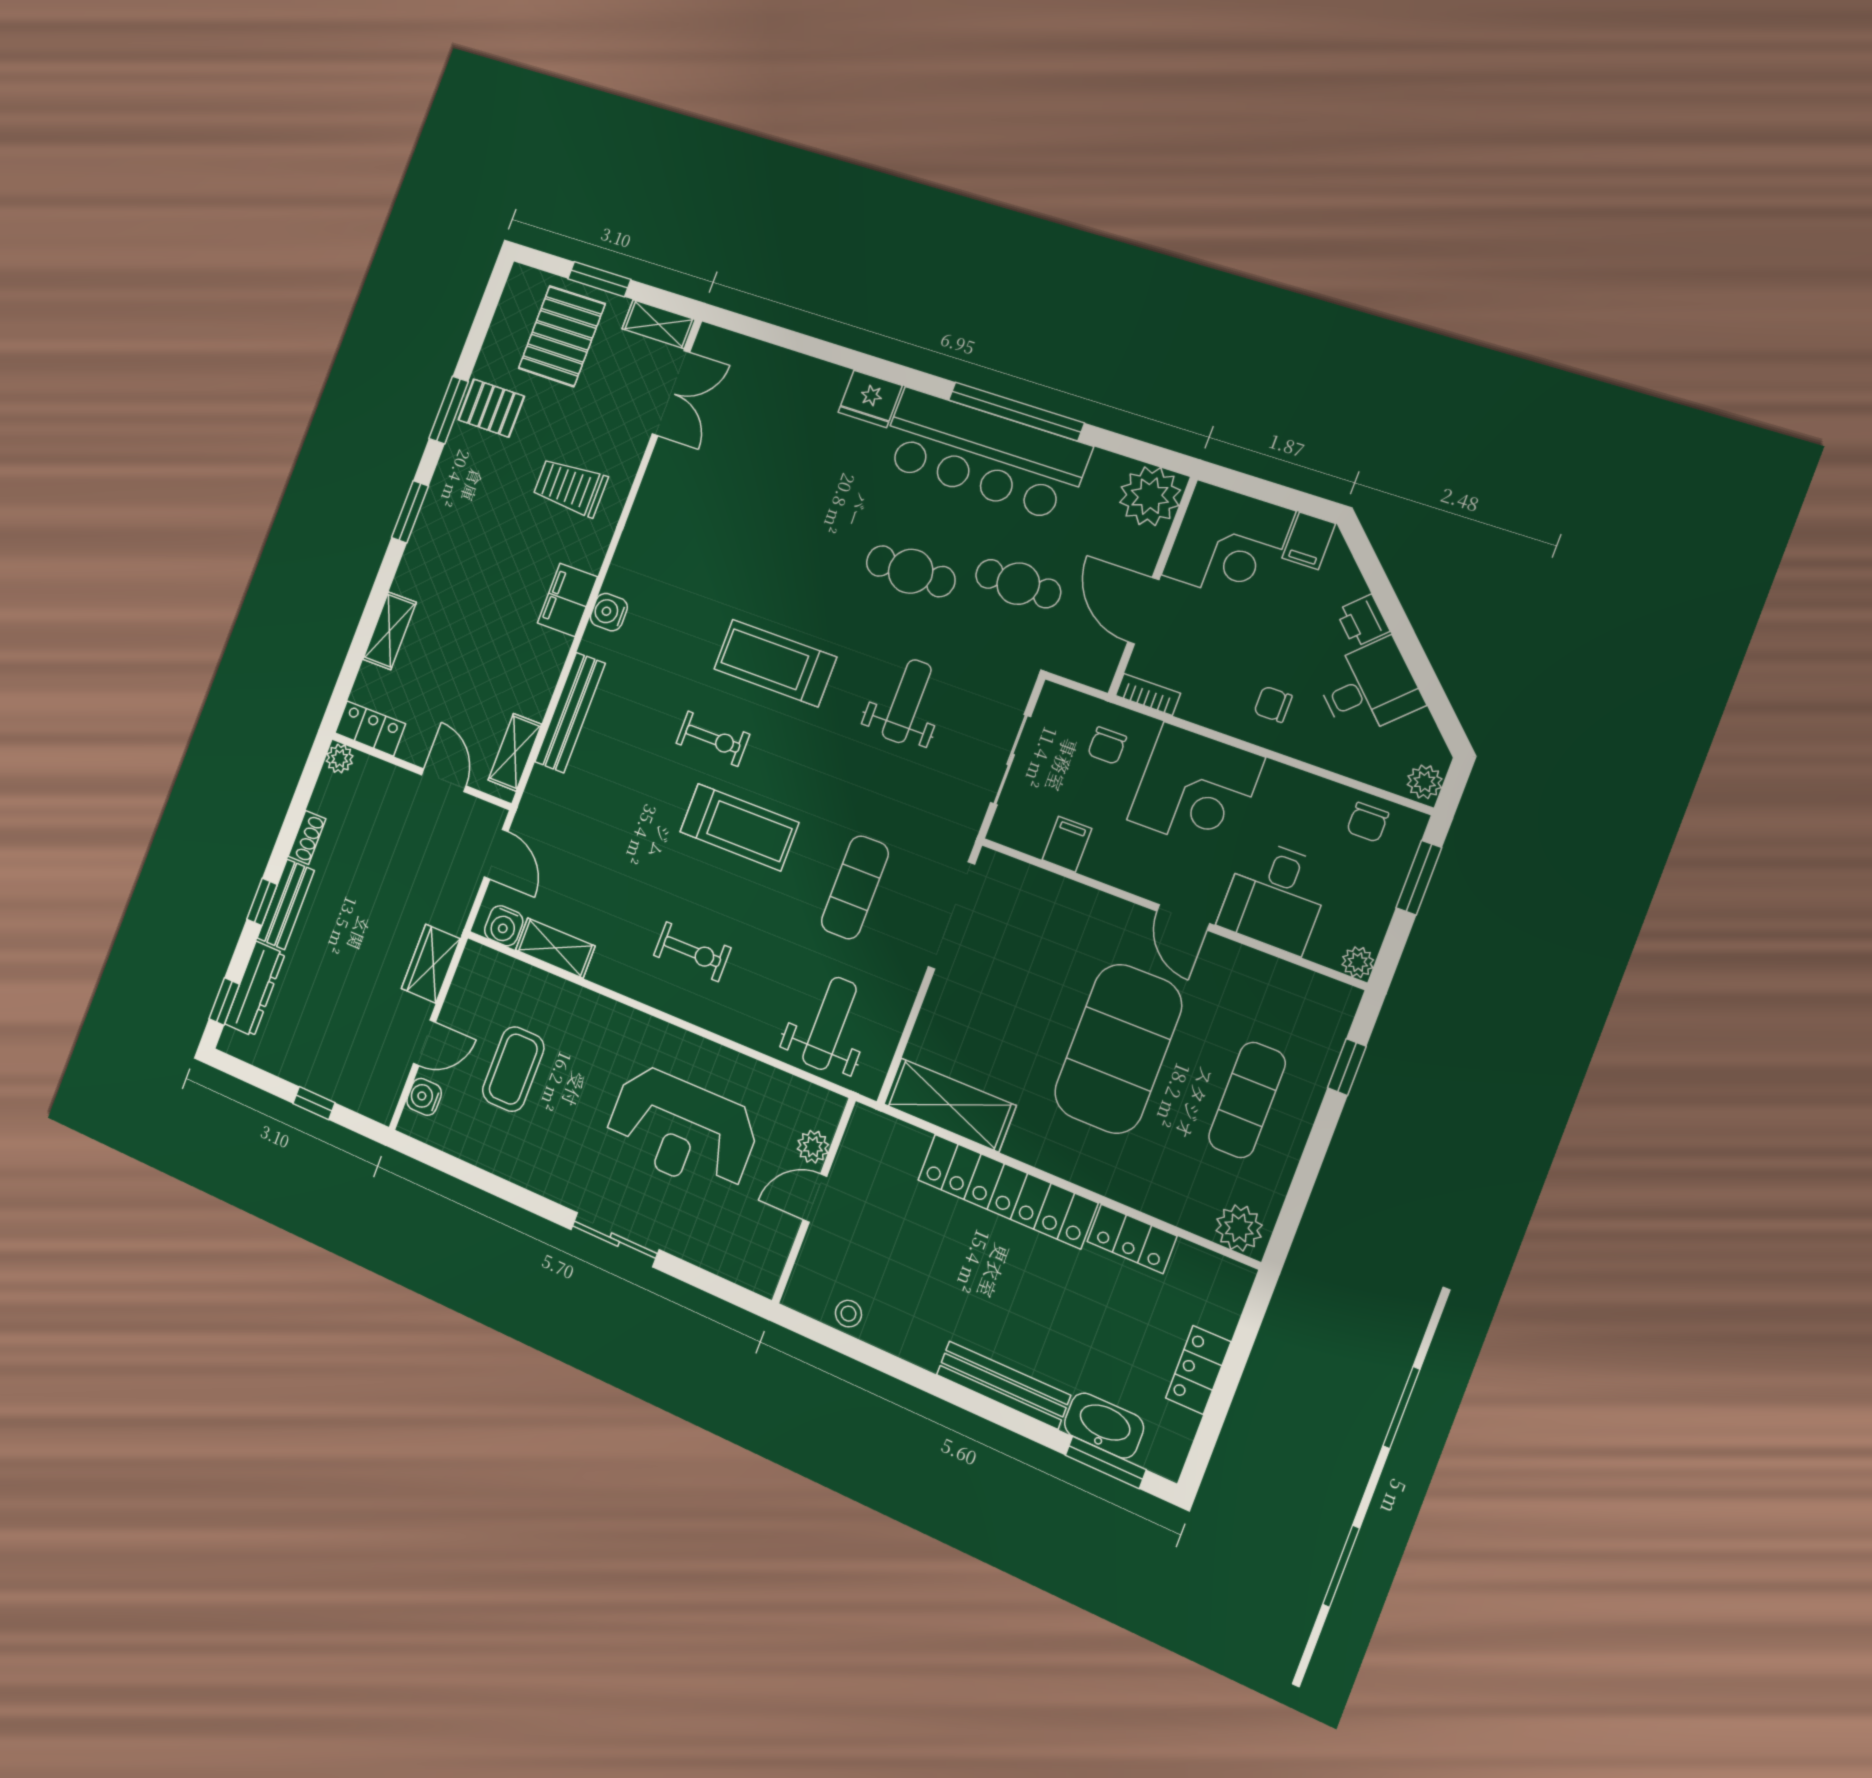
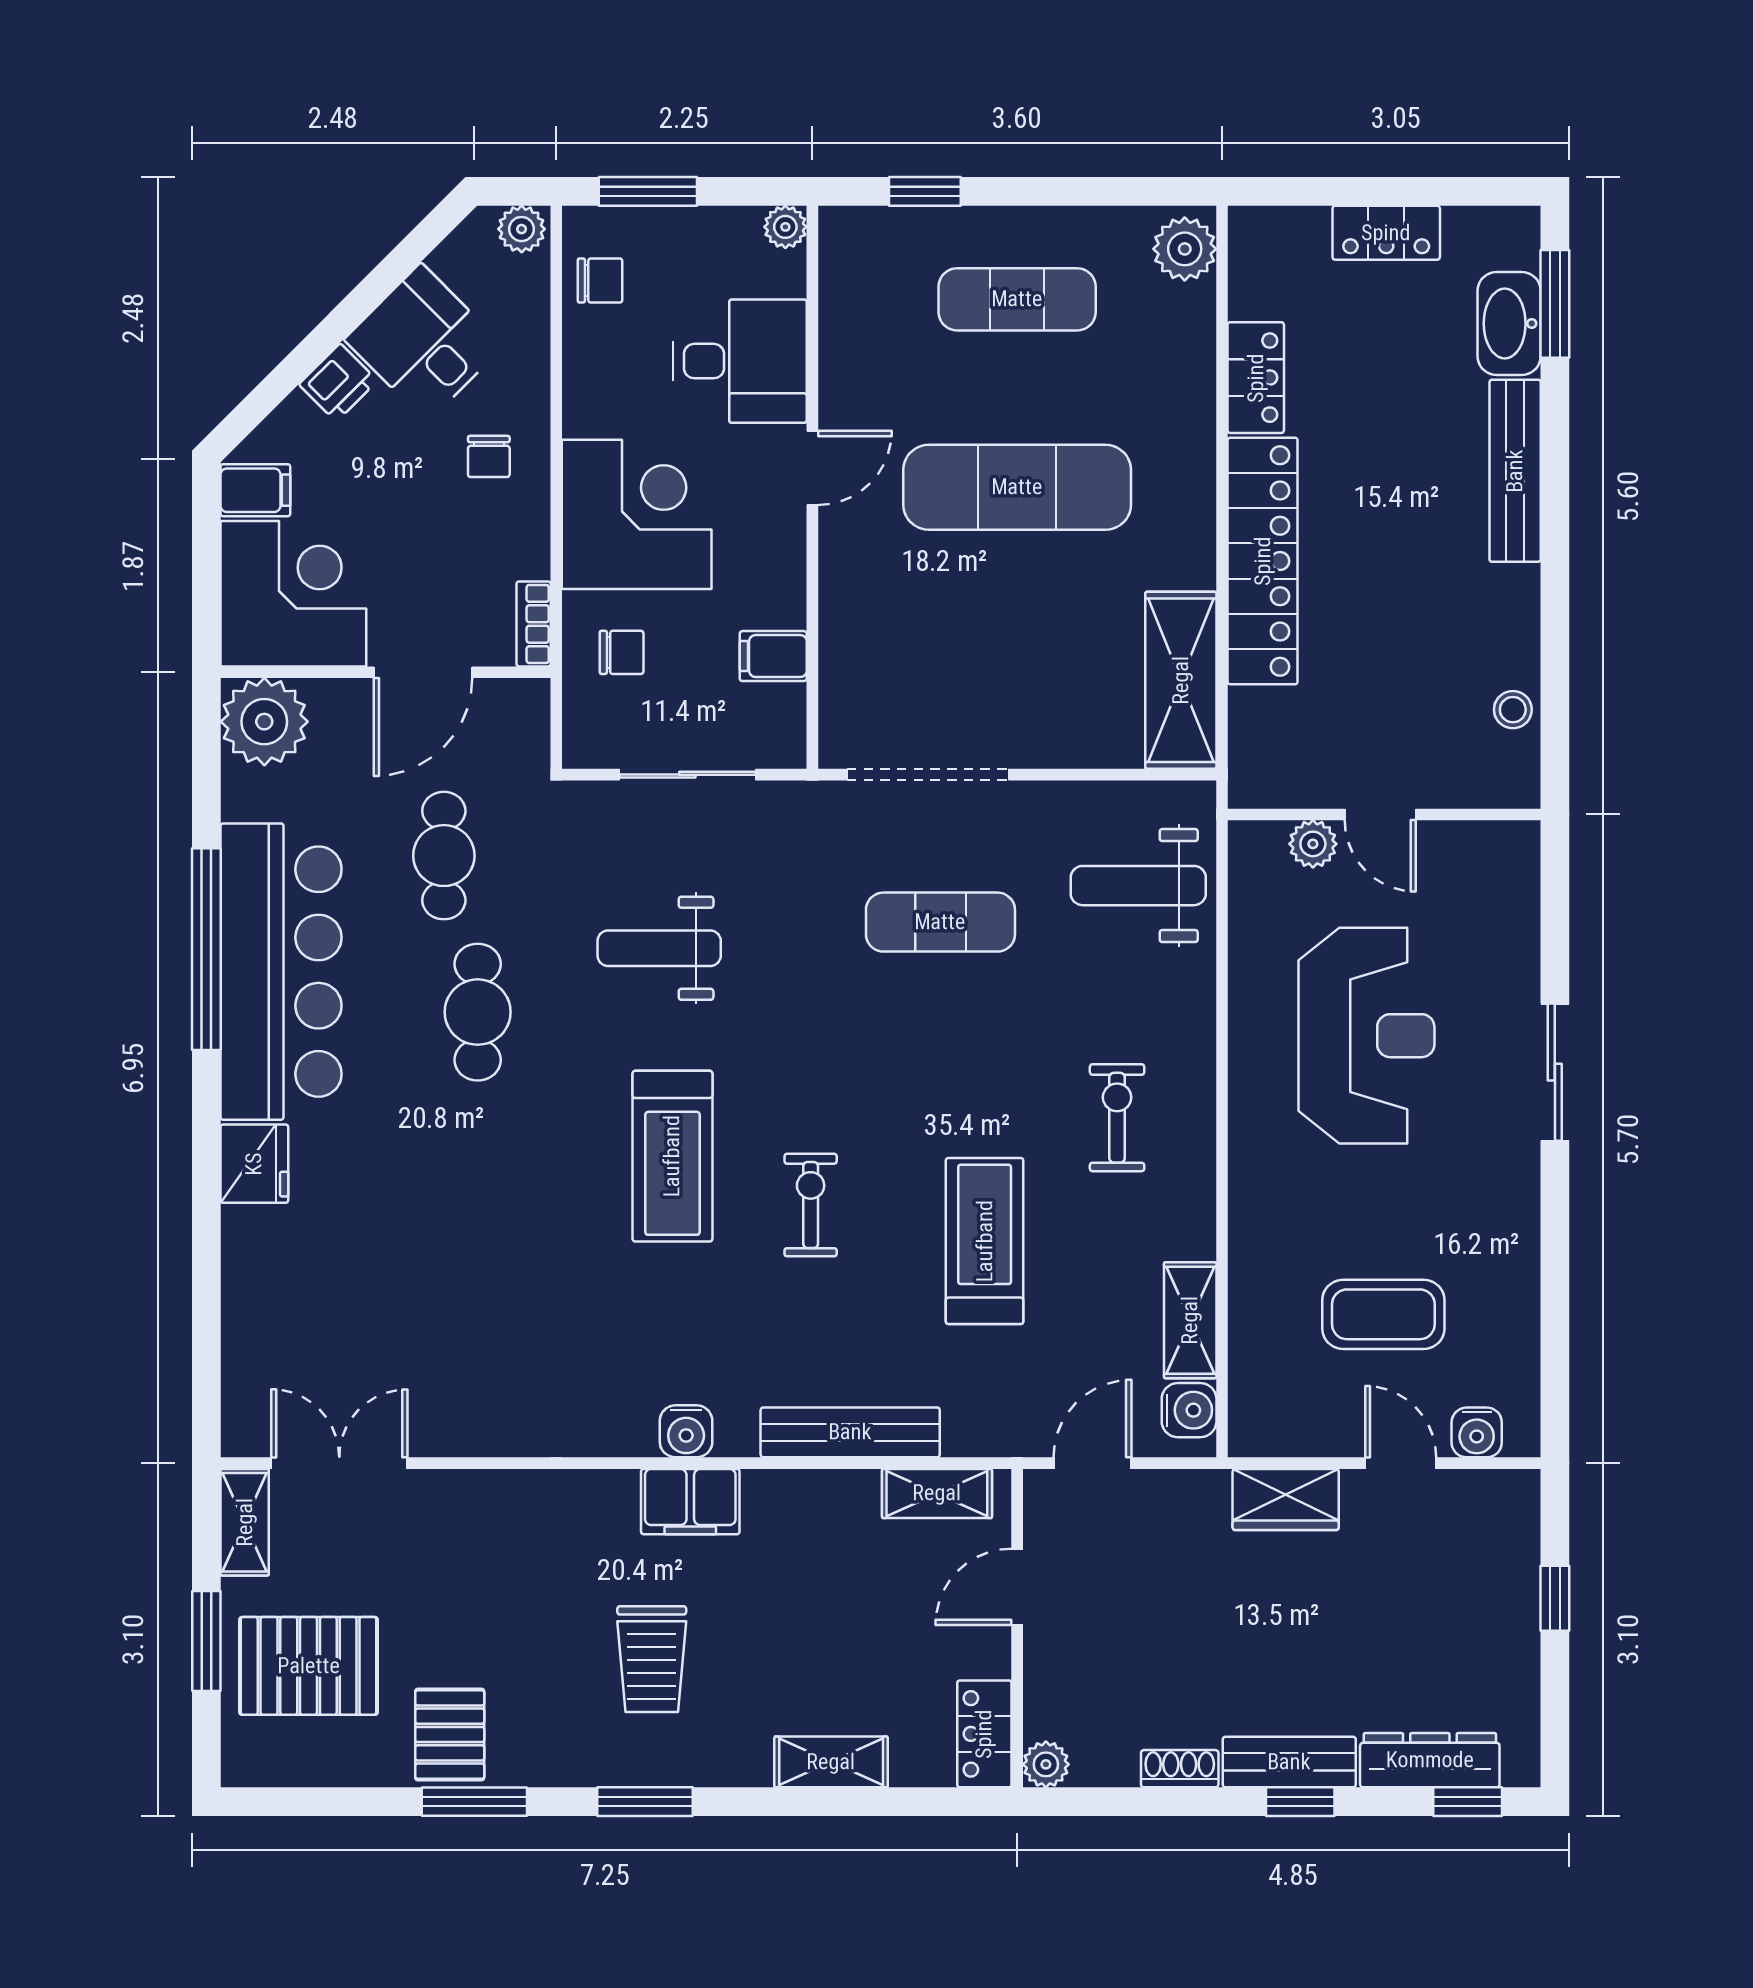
trolley: (570, 487) -> (652, 1659), moved
treadmill: (739, 827) -> (985, 1241), moved
exercise mat: (1118, 1049) -> (1017, 487), width x0.68

